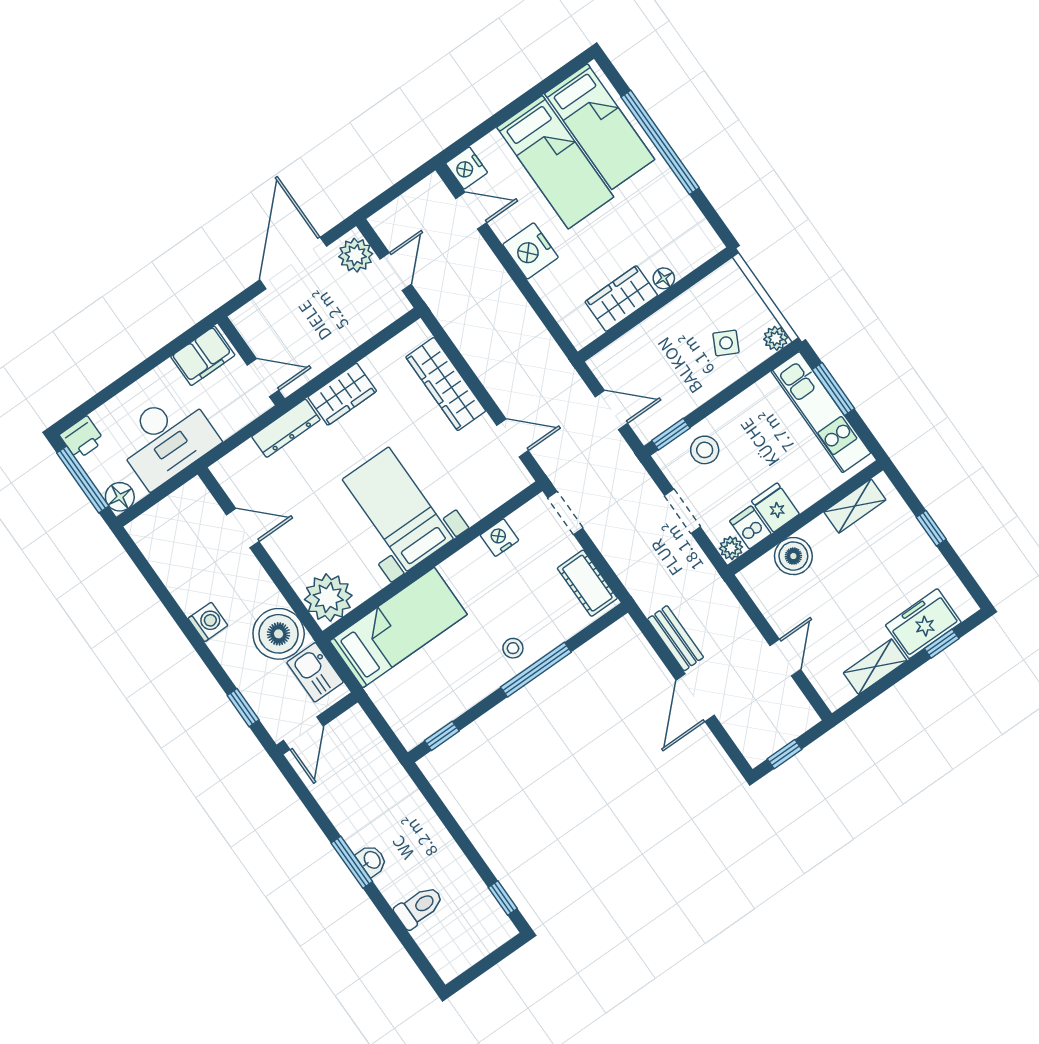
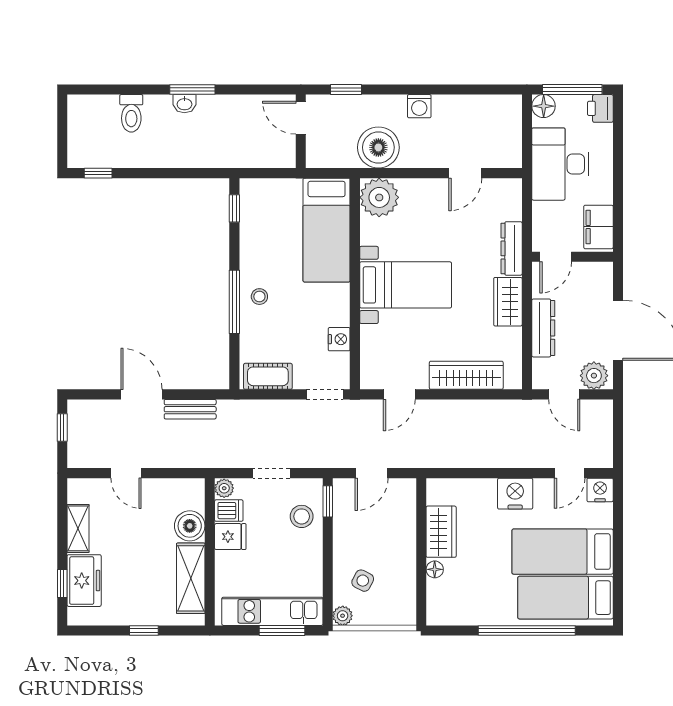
dresser: (344, 340) -> (543, 328), added
shelving: (855, 506) -> (191, 578), width x1.50, depth x1.33
kitchen sink: (315, 672) -> (336, 154), removed

